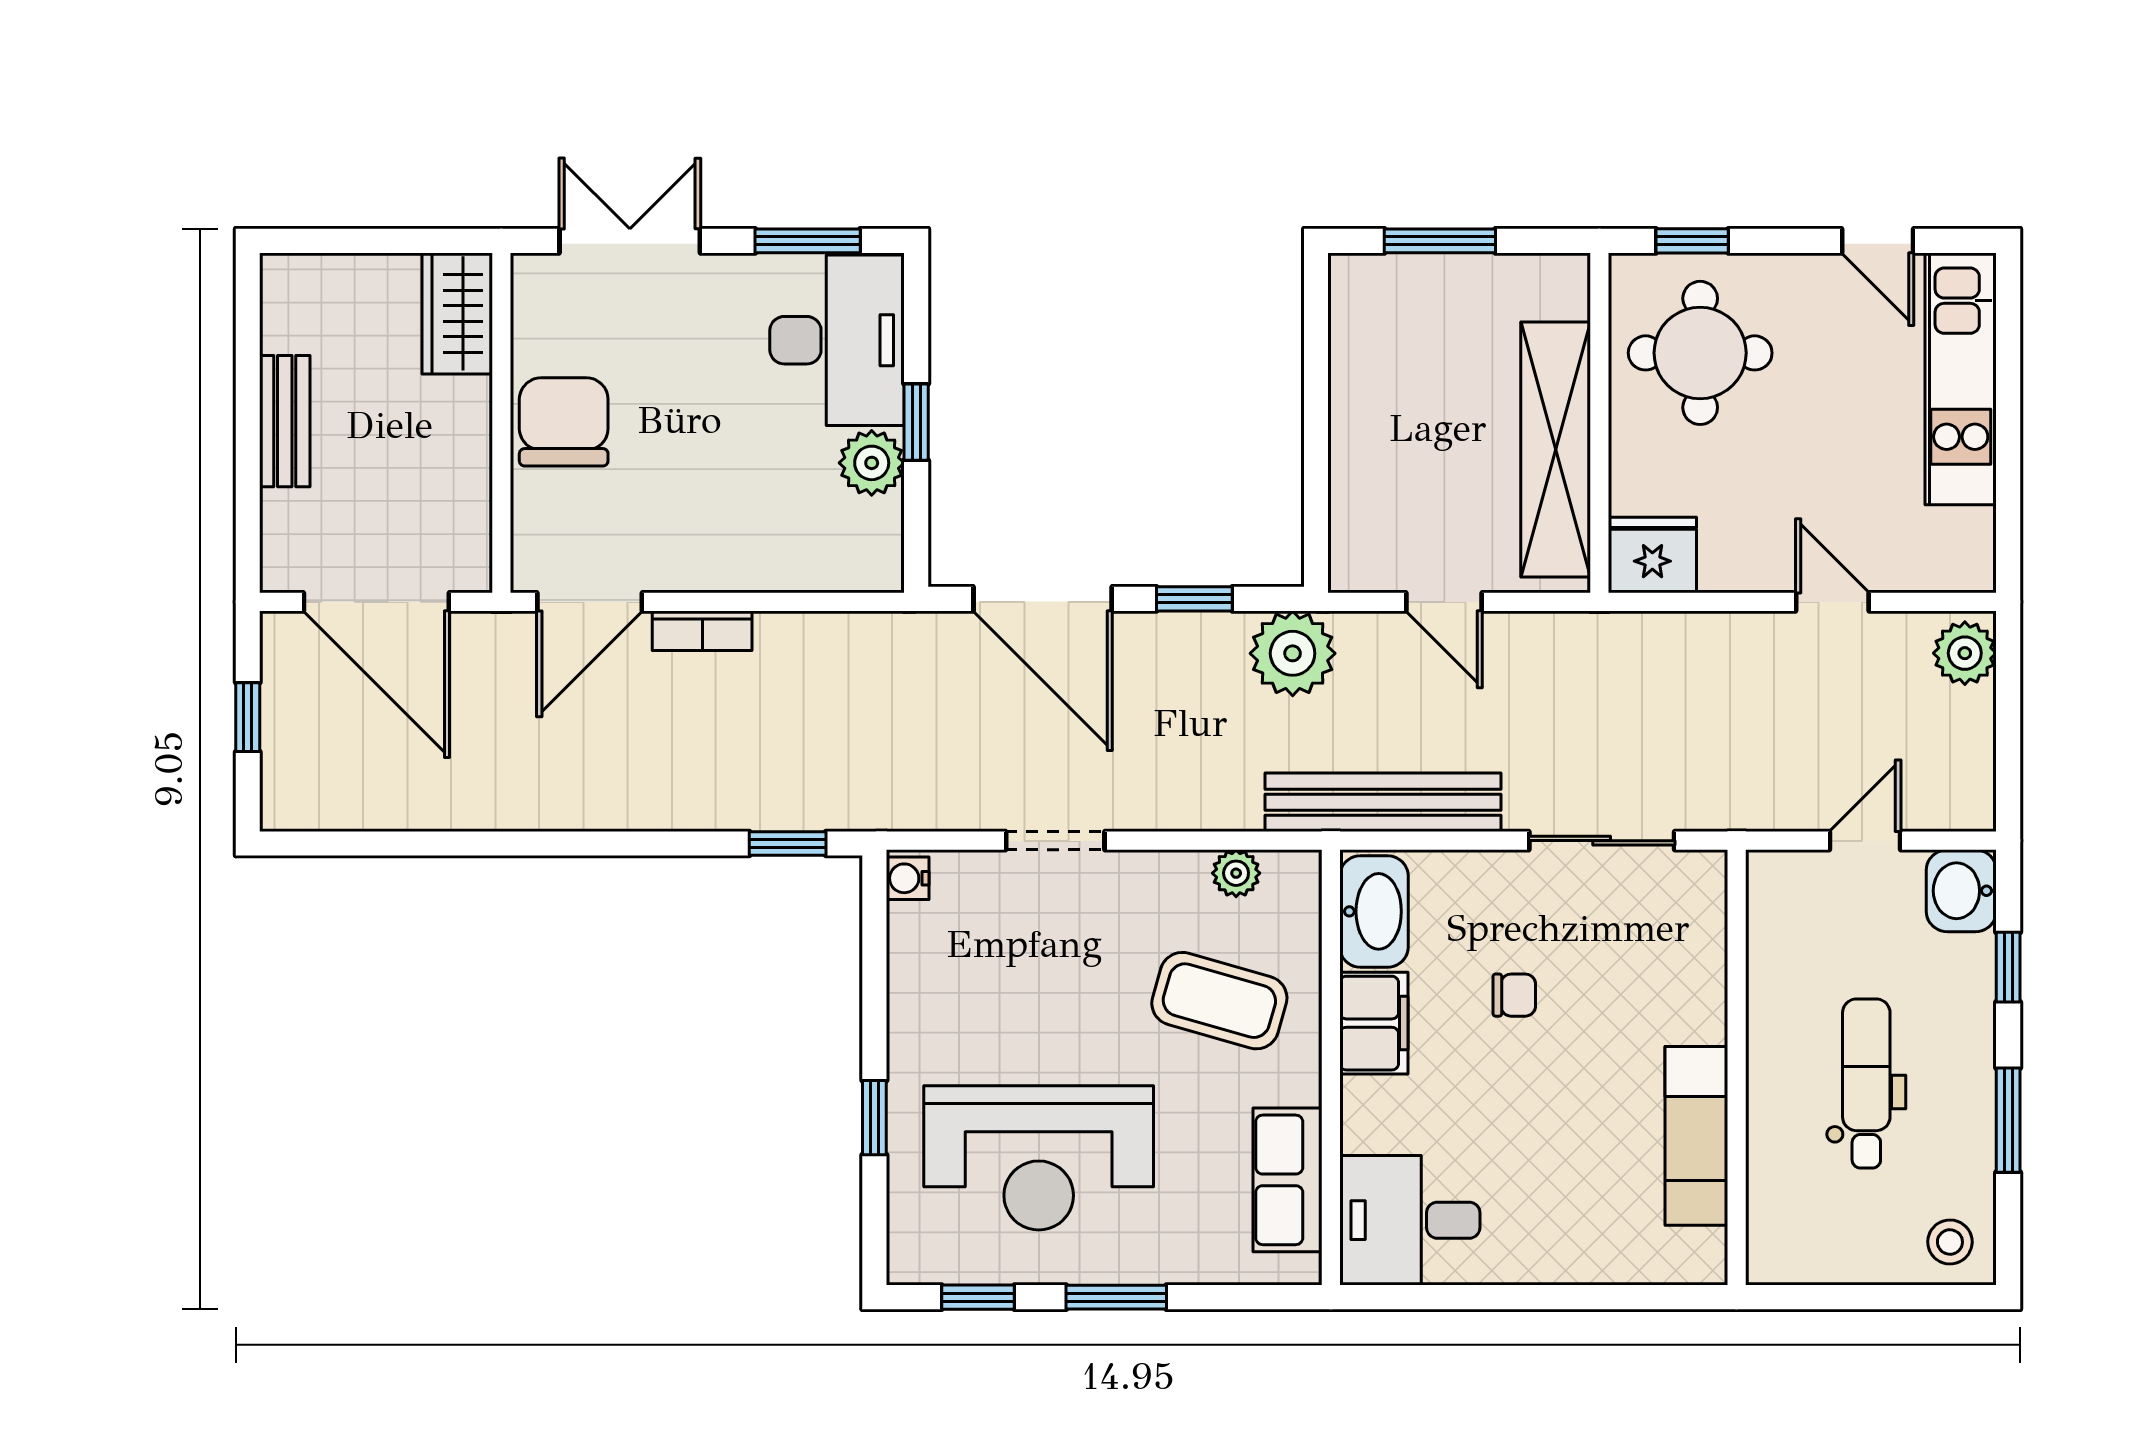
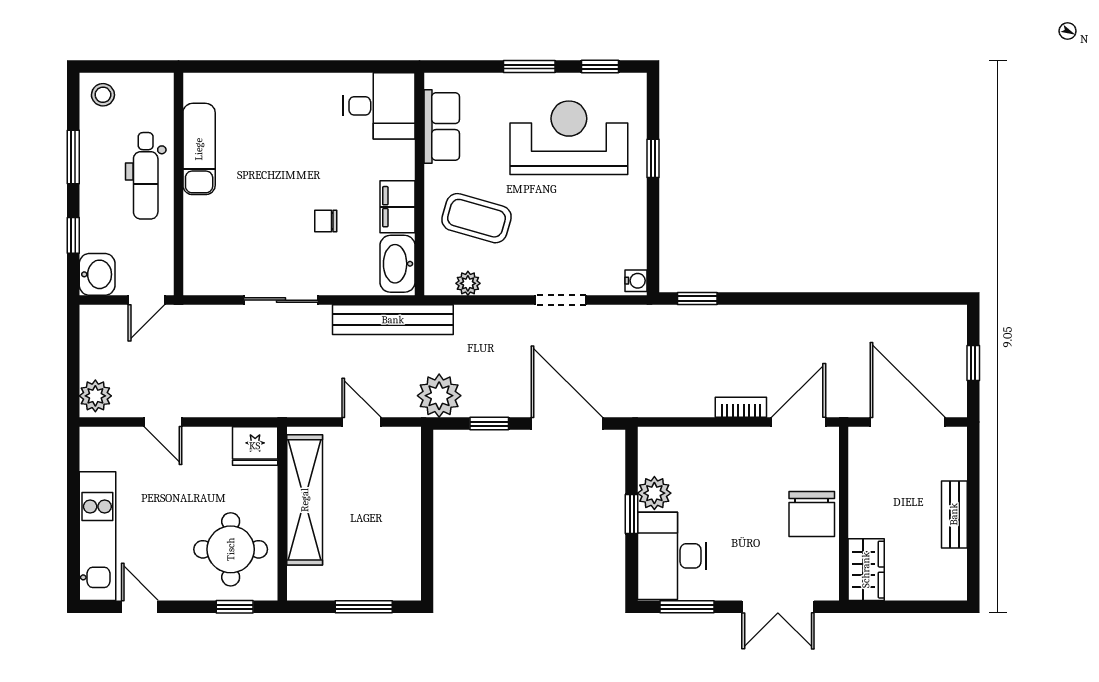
wall: (1737, 1067) -> (178, 184), moved
exam couch: (1696, 1136) -> (199, 149), moved

